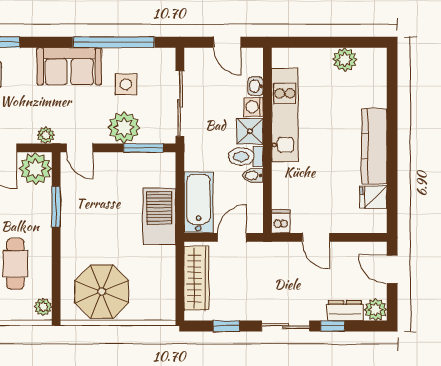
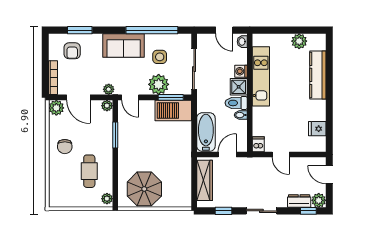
washbasin: (255, 86) -> (242, 42), moved
kitchen counter: (374, 146) -> (318, 75), moved
plant: (35, 168) -> (107, 106), width x0.53, depth x0.53
barbecue: (159, 216) -> (173, 111), moved, turned -90
window: (333, 326) -> (308, 211), moved

